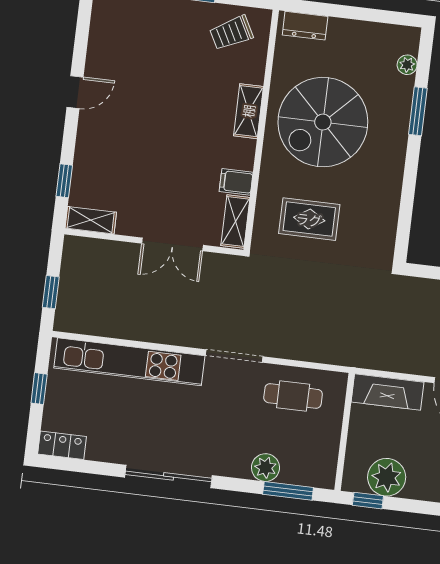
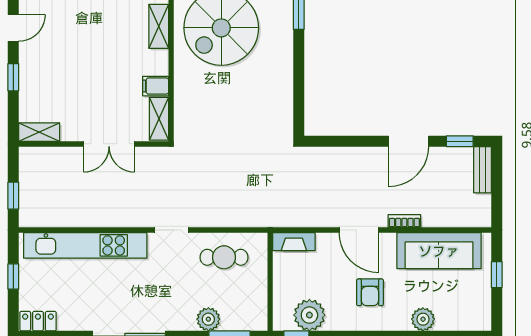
window: (64, 181) -> (13, 77), moved
rug: (309, 219) -> (220, 109), removed
doorway: (234, 356) -> (171, 230), width x0.73
fireplace: (388, 392) -> (294, 242), width x0.73, depth x0.76

